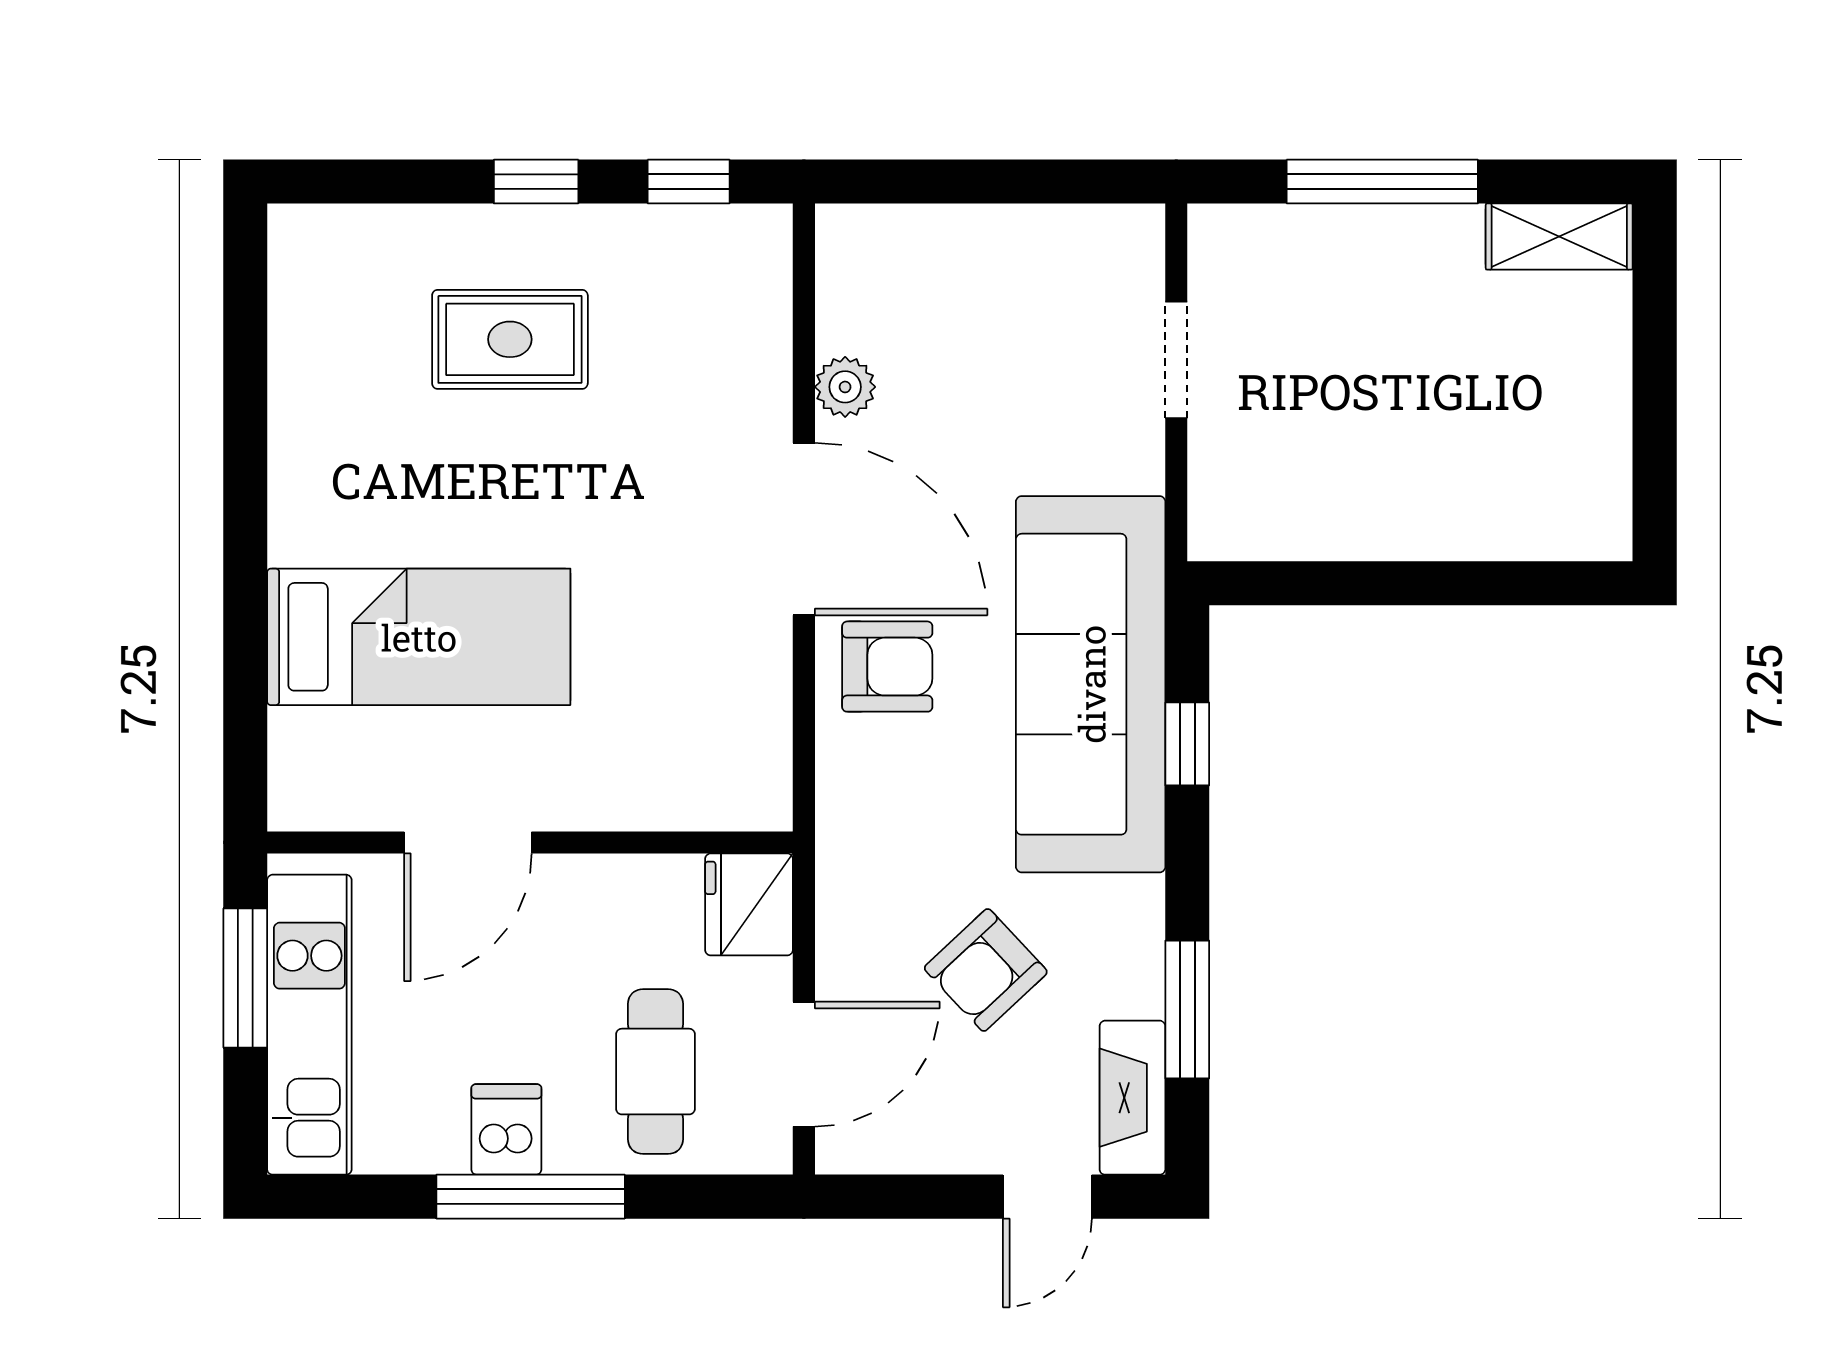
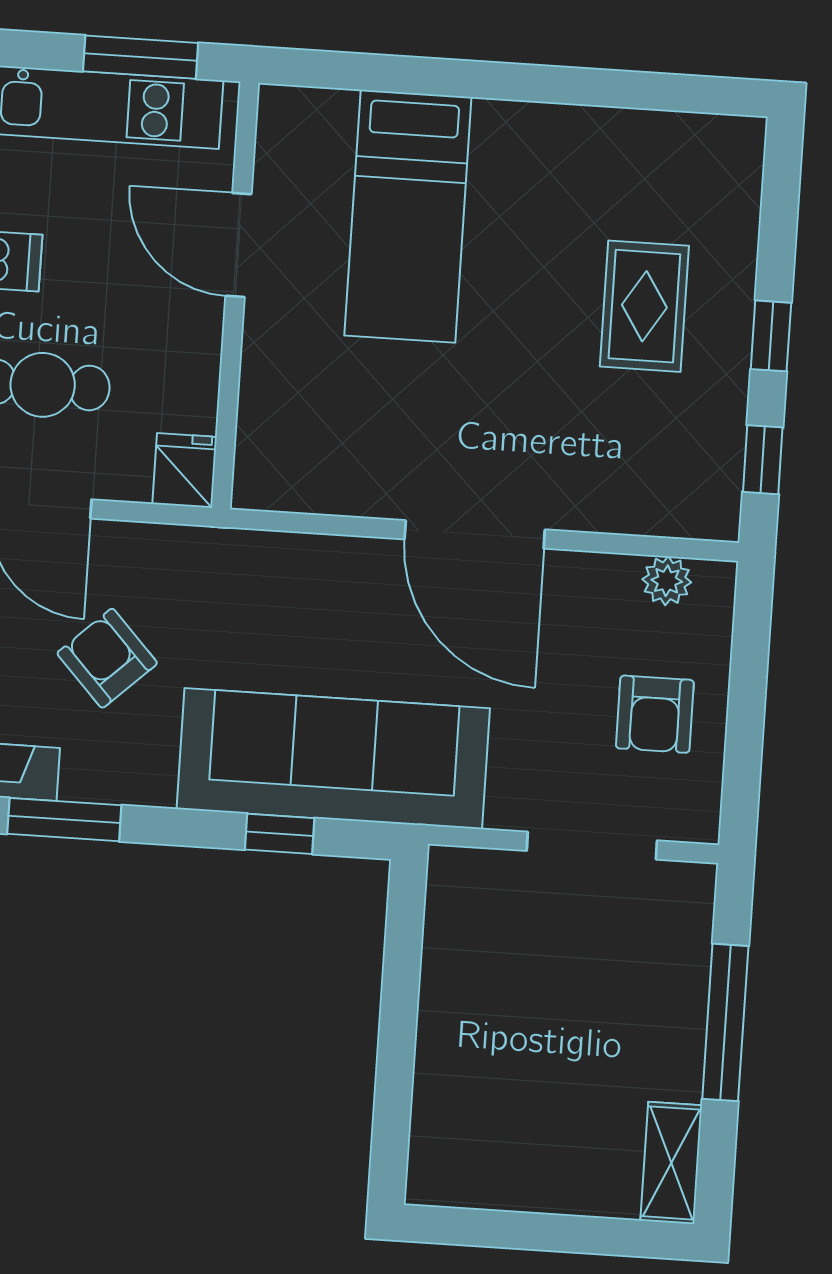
doorway: (1176, 360) -> (592, 846), width x1.38
plant: (845, 387) -> (667, 581), moved
door: (804, 529) -> (475, 534), hinge flipped
armchair: (887, 667) -> (655, 714), moved
fridge: (749, 904) -> (185, 470), width x0.72

